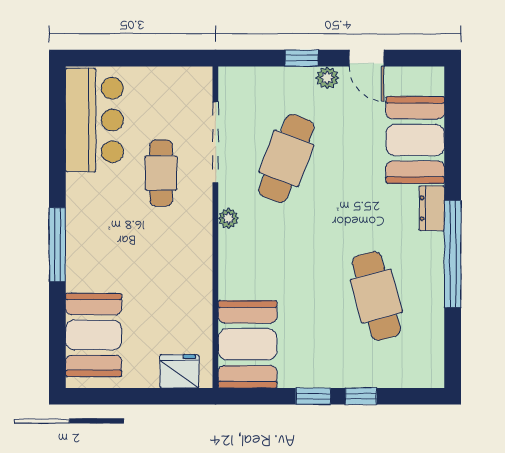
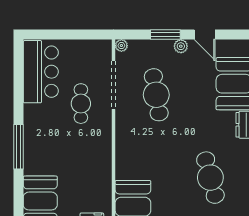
window: (302, 58) -> (165, 34), width x1.50
cafe table: (286, 158) -> (156, 95), turned -30
plant: (228, 218) -> (121, 46), moved

